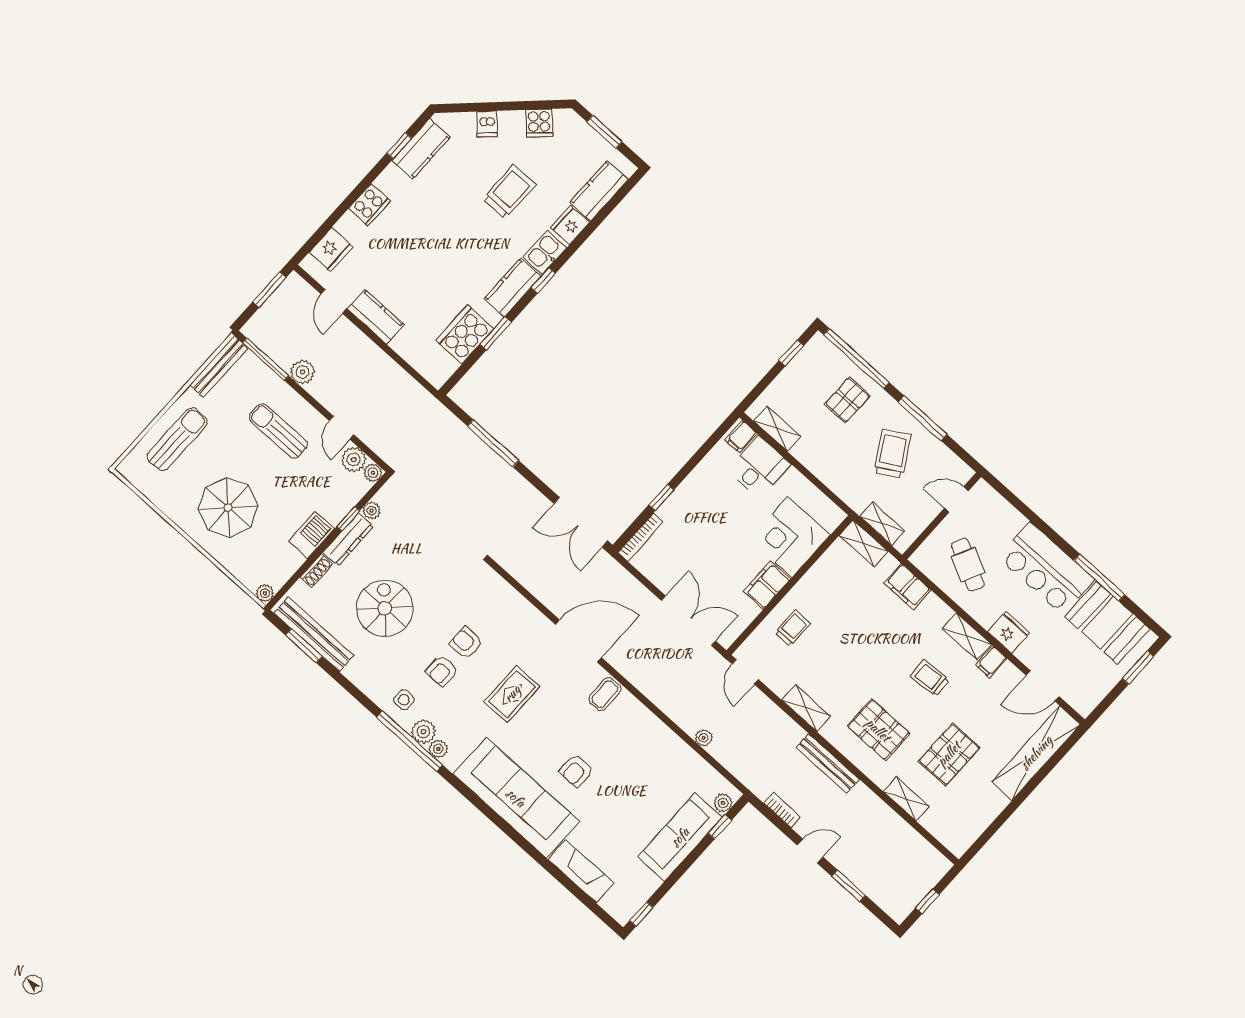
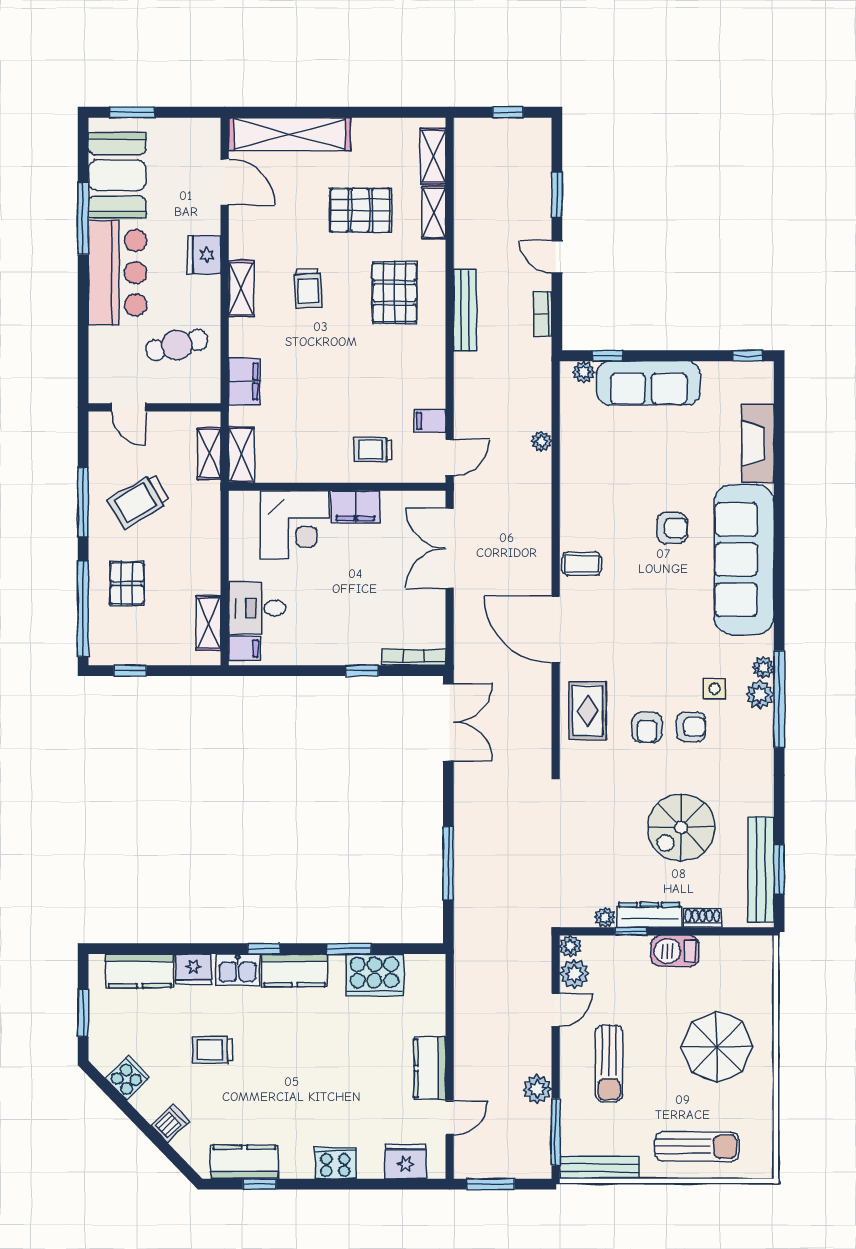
trolley: (509, 192) -> (213, 1050), width x0.73, depth x0.72
pallet: (847, 400) -> (127, 583), turned 90
sun lounger: (177, 439) -> (697, 1146), turned 180
cafe table: (968, 565) -> (177, 345), turned 49
plant: (265, 593) -> (764, 946), removed
filing cabinet: (991, 662) -> (430, 421), moved, turned 180
rug: (512, 694) -> (588, 711), moved, turned 90
side table: (404, 700) -> (715, 689), moved
shelving: (806, 708) -> (433, 156), moved

